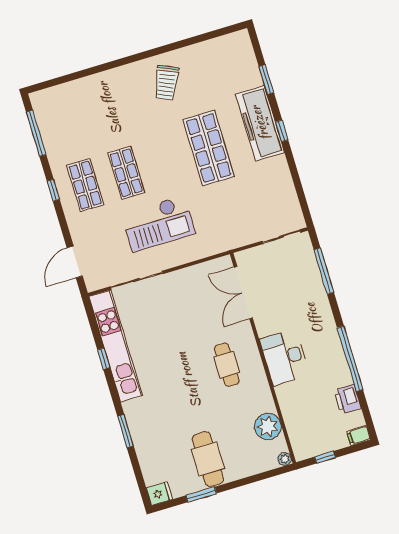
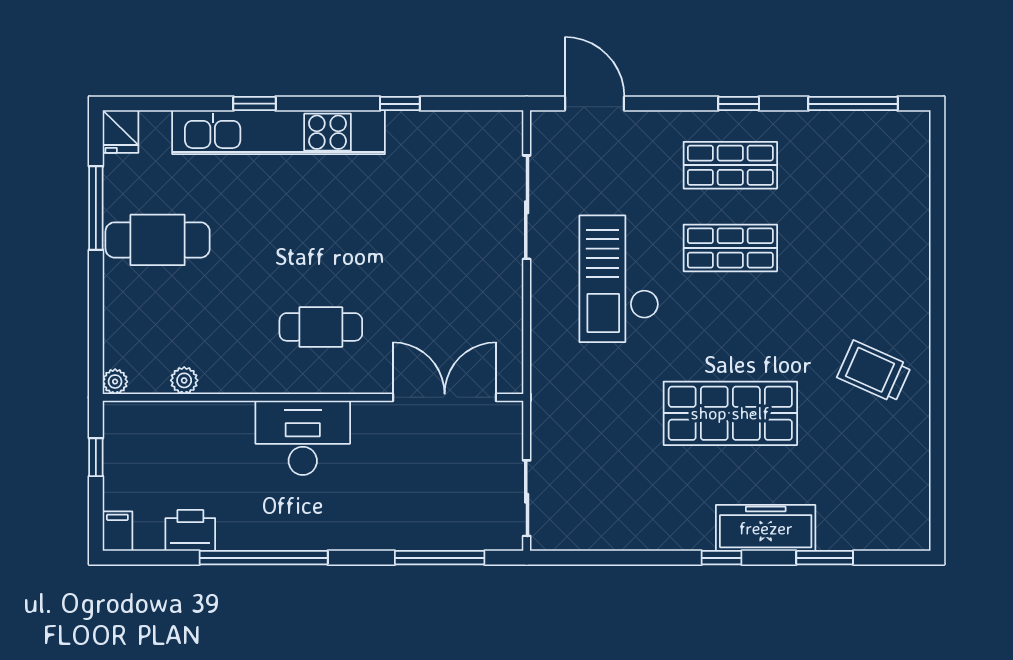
freezer: (260, 123) -> (766, 528), width x0.73, depth x0.79
kitchen unit: (115, 346) -> (279, 132), moved
plant: (268, 427) -> (184, 380), width x0.53, depth x0.53
window: (125, 431) -> (254, 104), width x0.67
window: (201, 494) -> (96, 208), width x1.44

